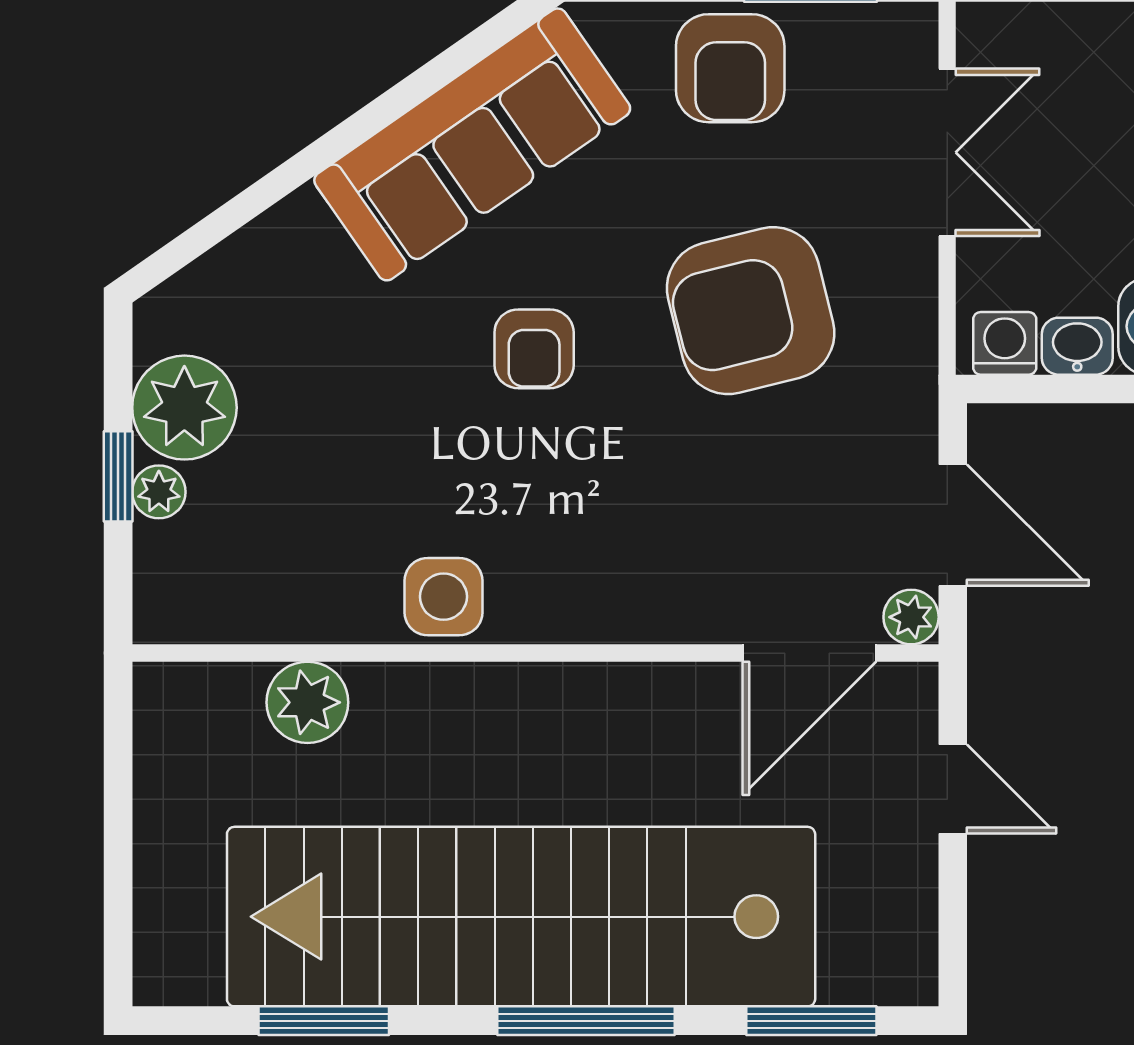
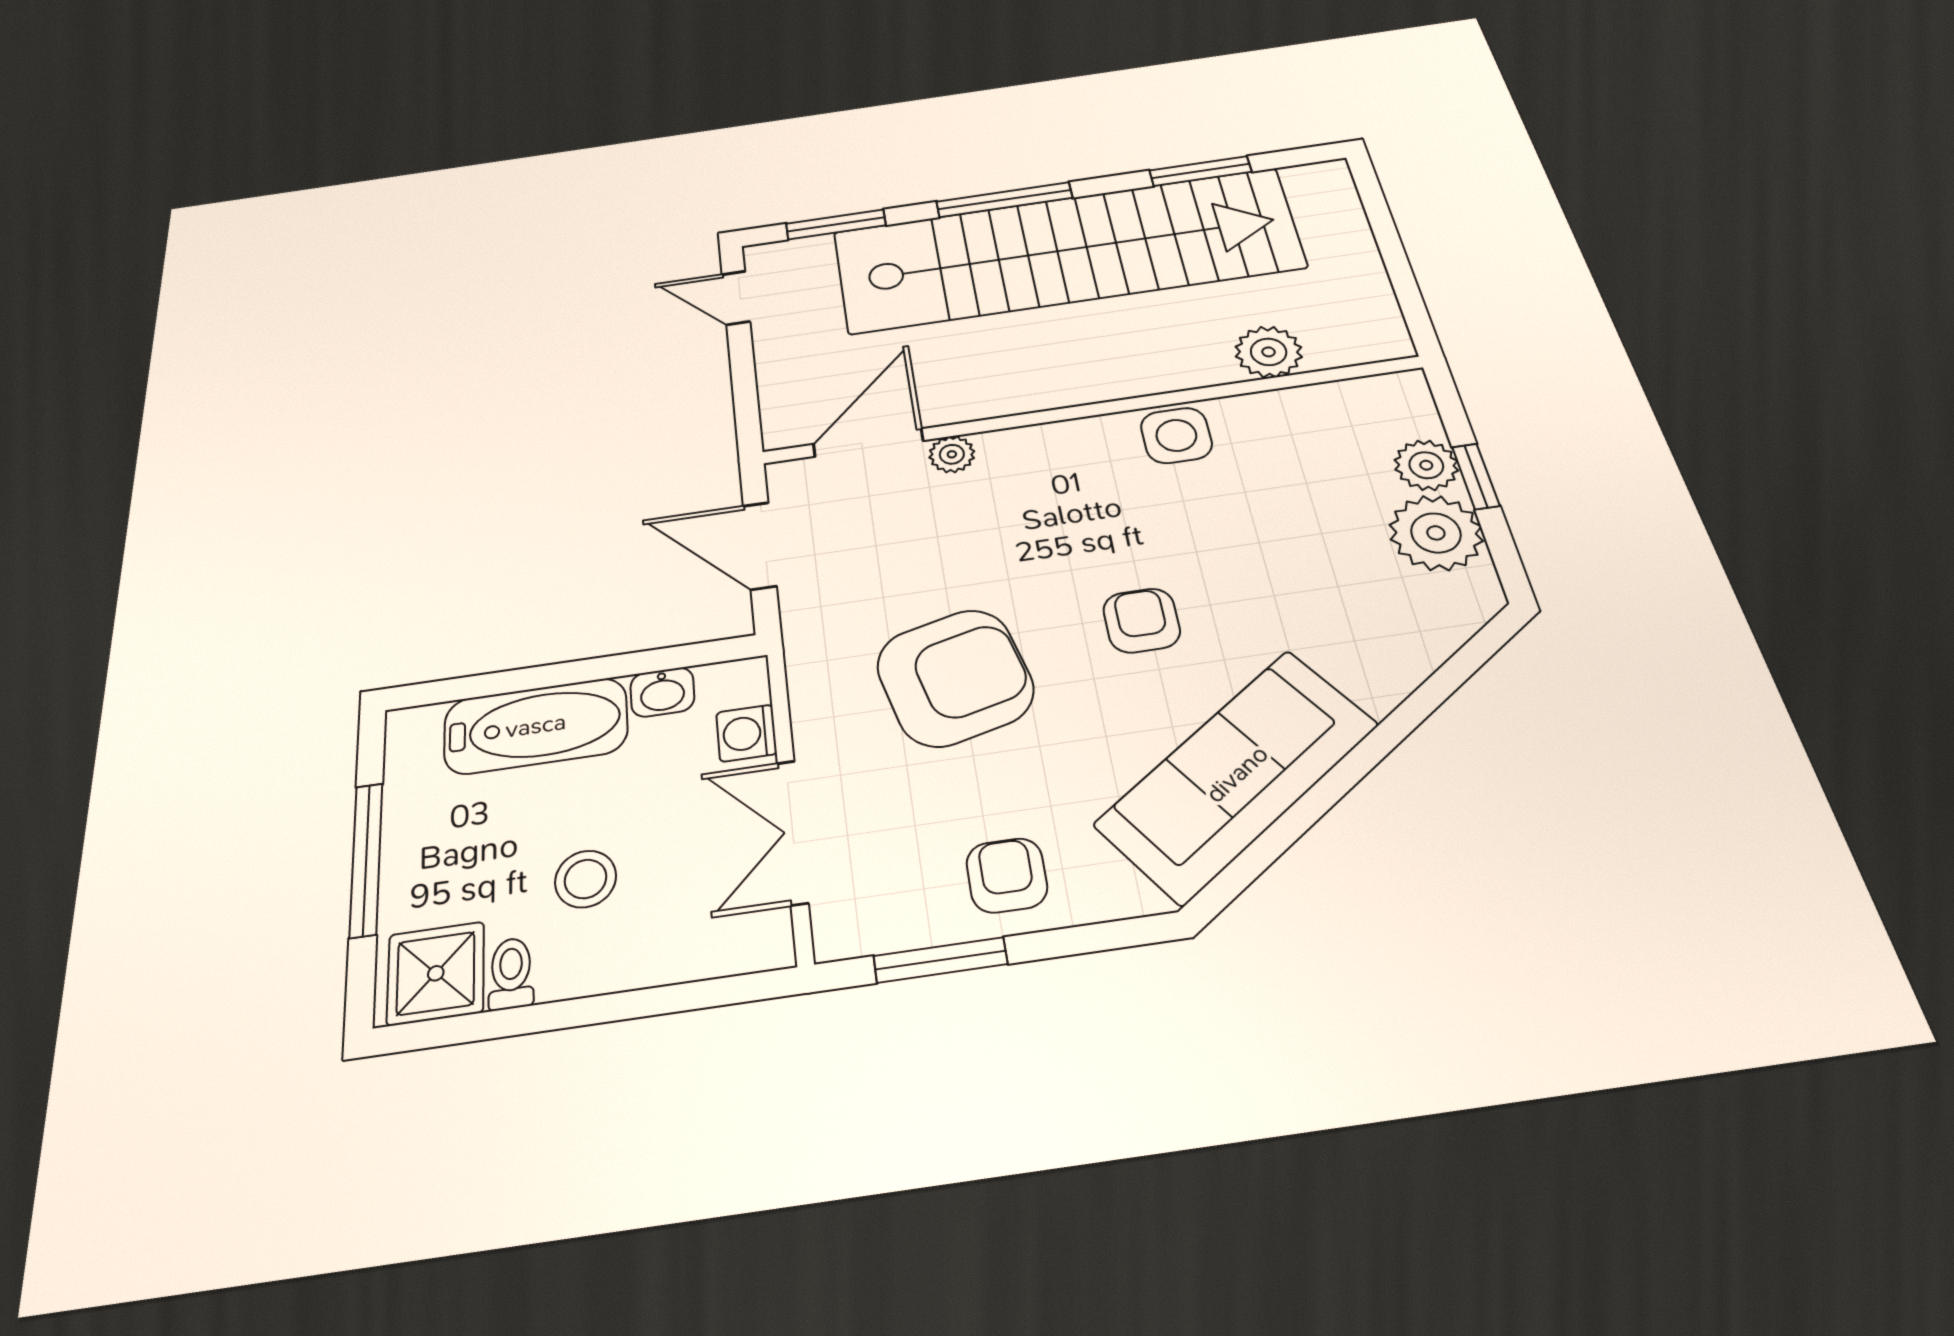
armchair: (730, 68) -> (1007, 875), width x0.72, depth x0.72
washing machine: (1005, 343) -> (746, 733), moved, turned 90
plant: (159, 492) -> (1426, 465), width x1.38, depth x1.38
plant: (911, 617) -> (952, 454), moved
door: (953, 789) -> (736, 298), moved

